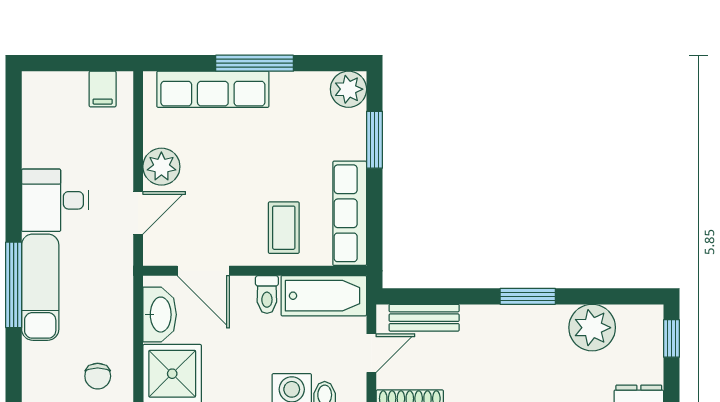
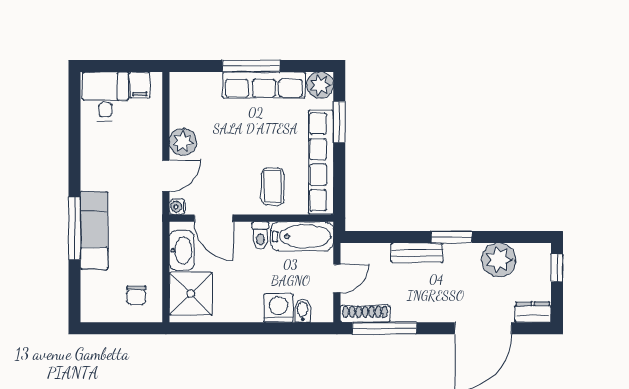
row of seats: (213, 89) -> (264, 85), moved
desk: (55, 200) -> (105, 96), moved, turned 90
row of seats: (350, 213) -> (321, 162), width x1.36
water cooler: (154, 255) -> (177, 207), added
bench: (424, 318) -> (417, 253), moved

